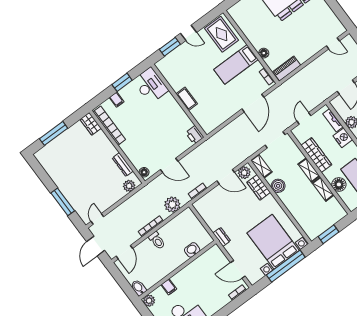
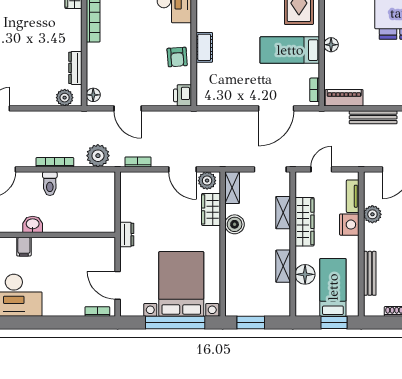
floor lamp: (264, 53) -> (331, 45), moved
bench: (311, 67) -> (373, 117), added
armchair: (175, 116) -> (177, 57), added
shelving: (309, 170) -> (283, 213), moved
washbasin: (192, 250) -> (33, 224), moved

